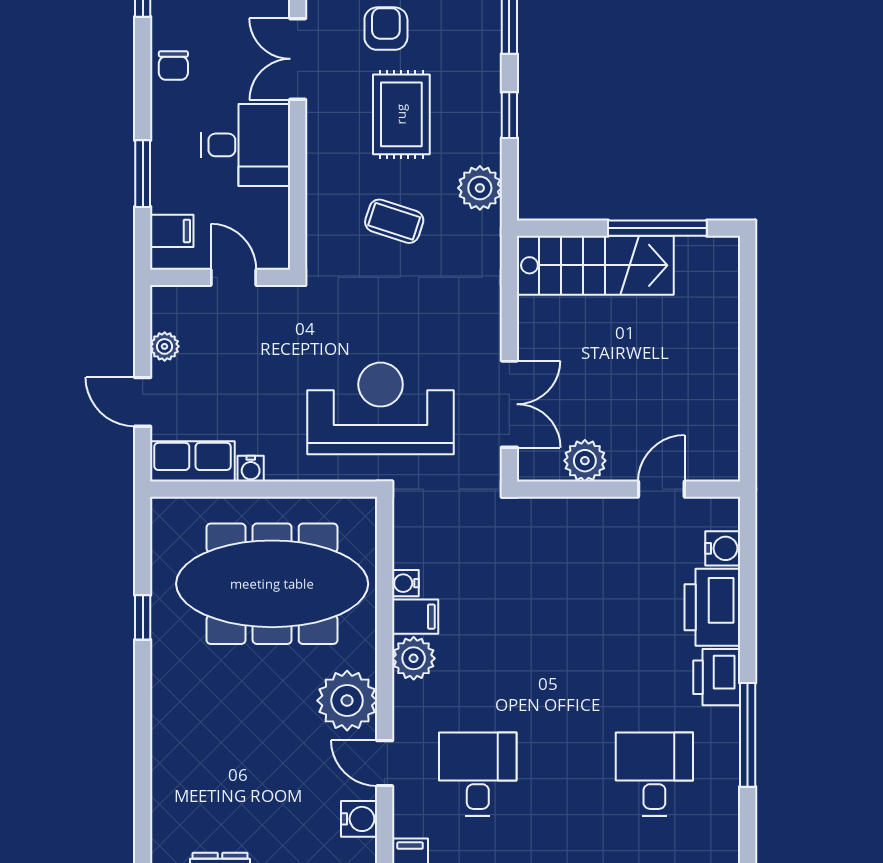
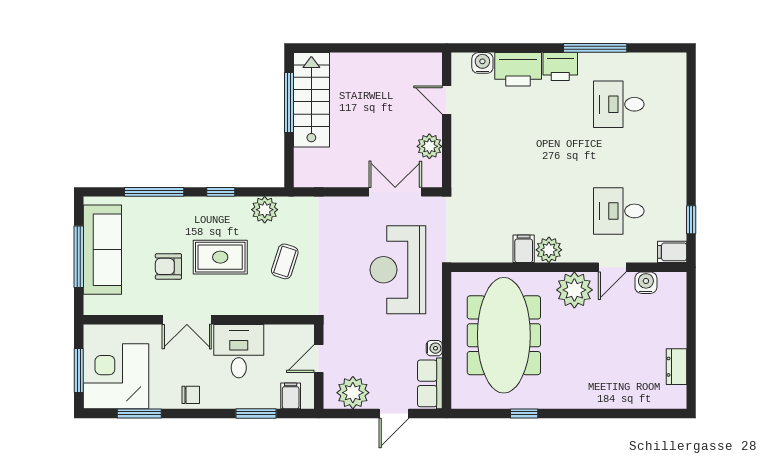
stairs: (595, 265) -> (311, 100), moved
plant: (165, 346) -> (353, 393), width x1.88, depth x1.88
water cooler: (405, 583) -> (503, 255), removed

